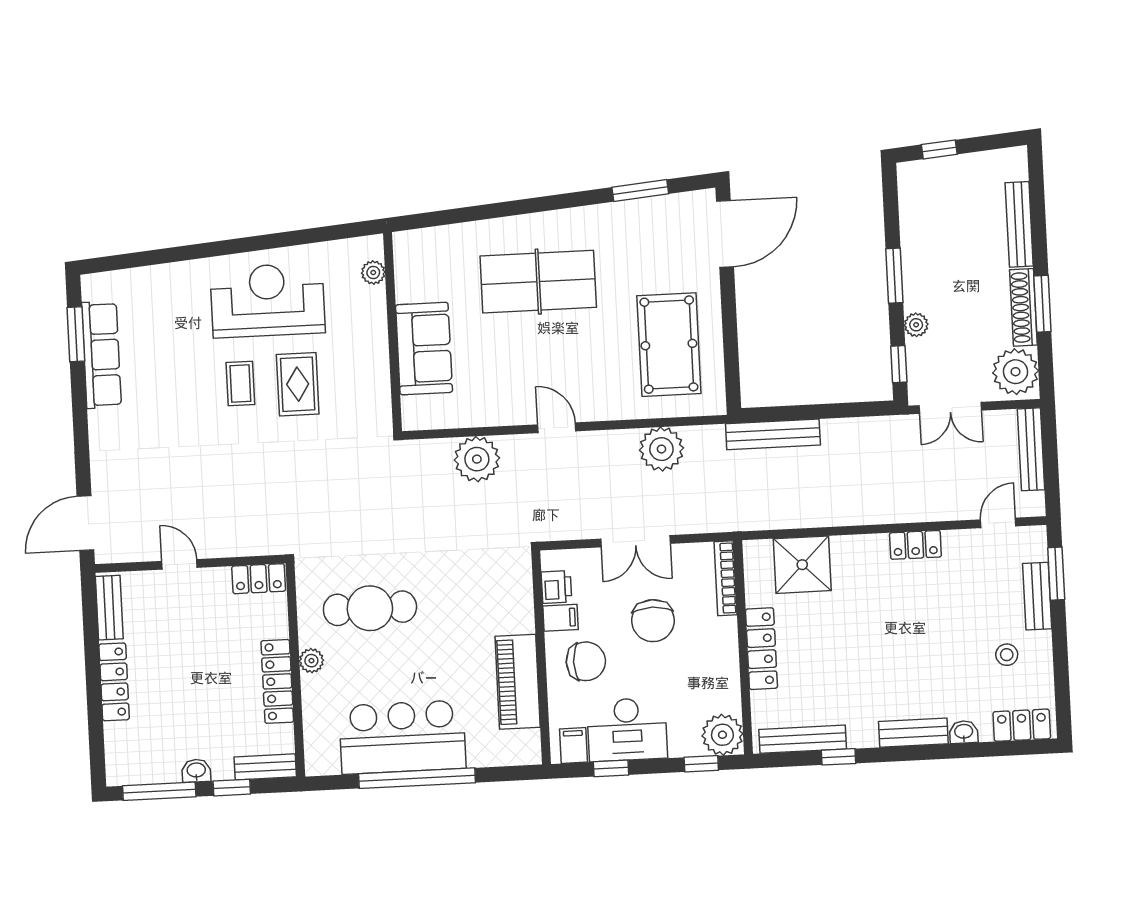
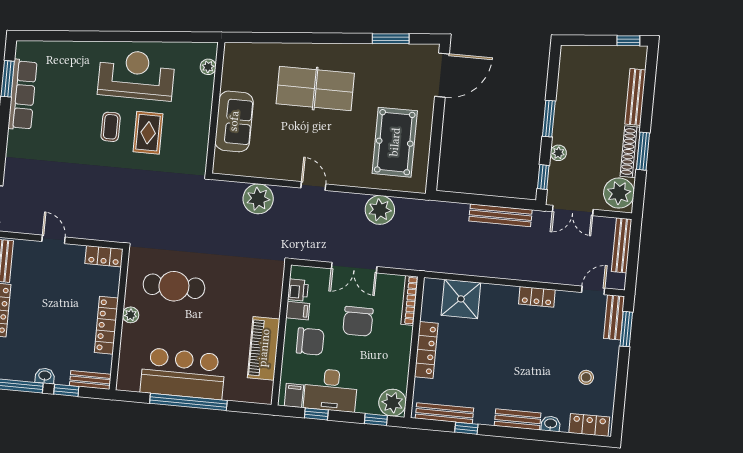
window: (939, 149) -> (628, 41), moved
bench: (773, 434) -> (501, 215), moved
bench: (1037, 596) -> (614, 317), moved

